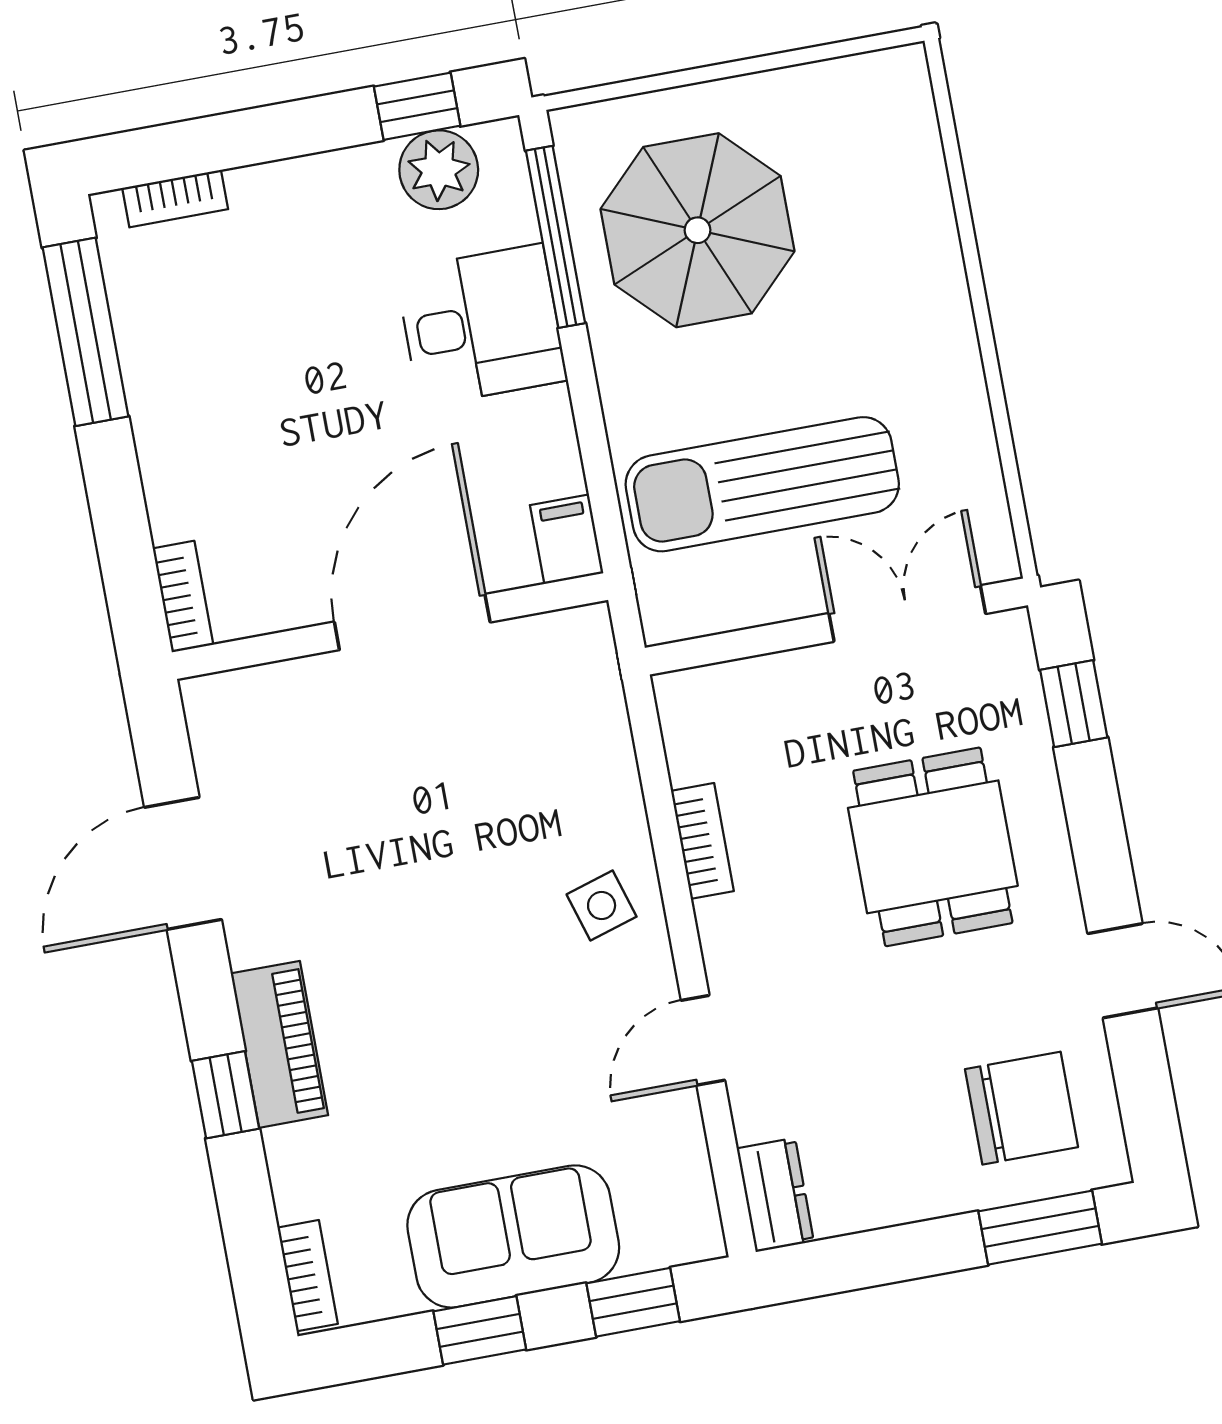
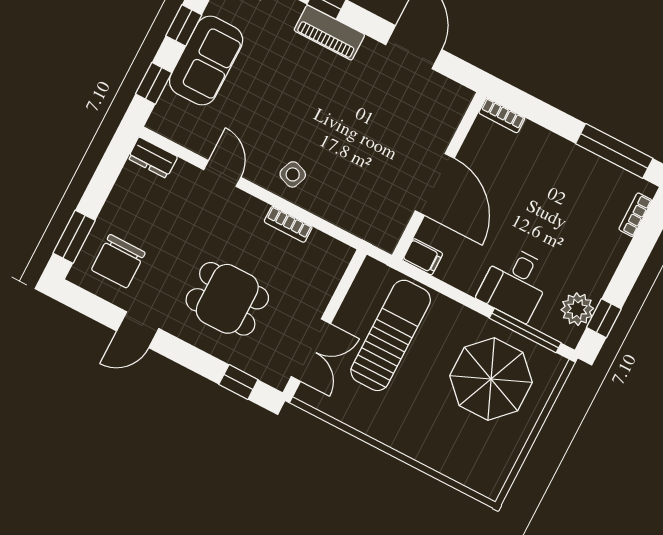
side table: (602, 906) -> (293, 174), turned 38

